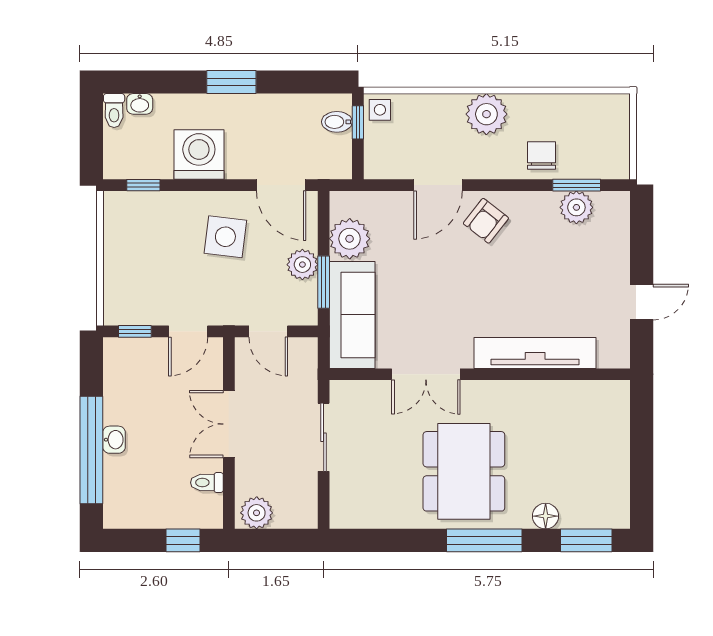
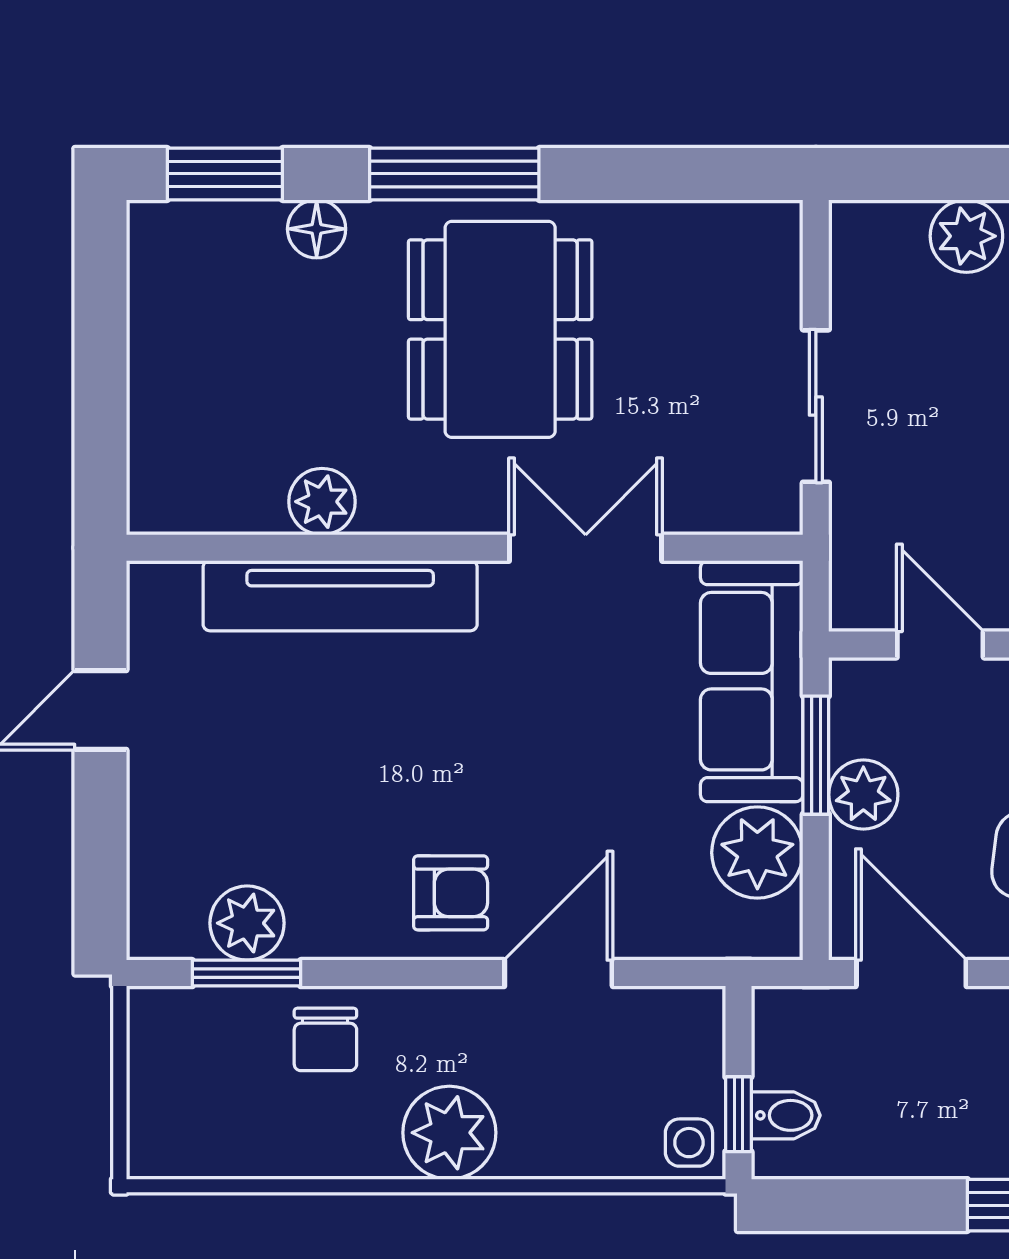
armchair: (486, 221) -> (451, 893), turned 52
plant: (543, 395) -> (322, 502), added

